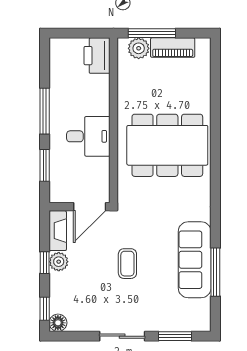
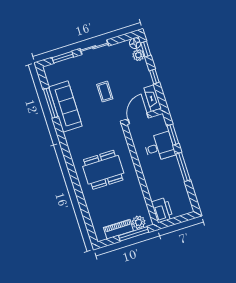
desk: (88, 136) -> (159, 147), moved, turned 180
dining table: (167, 145) -> (103, 170), width x0.73, depth x0.80
plant: (59, 262) -> (138, 55), moved

